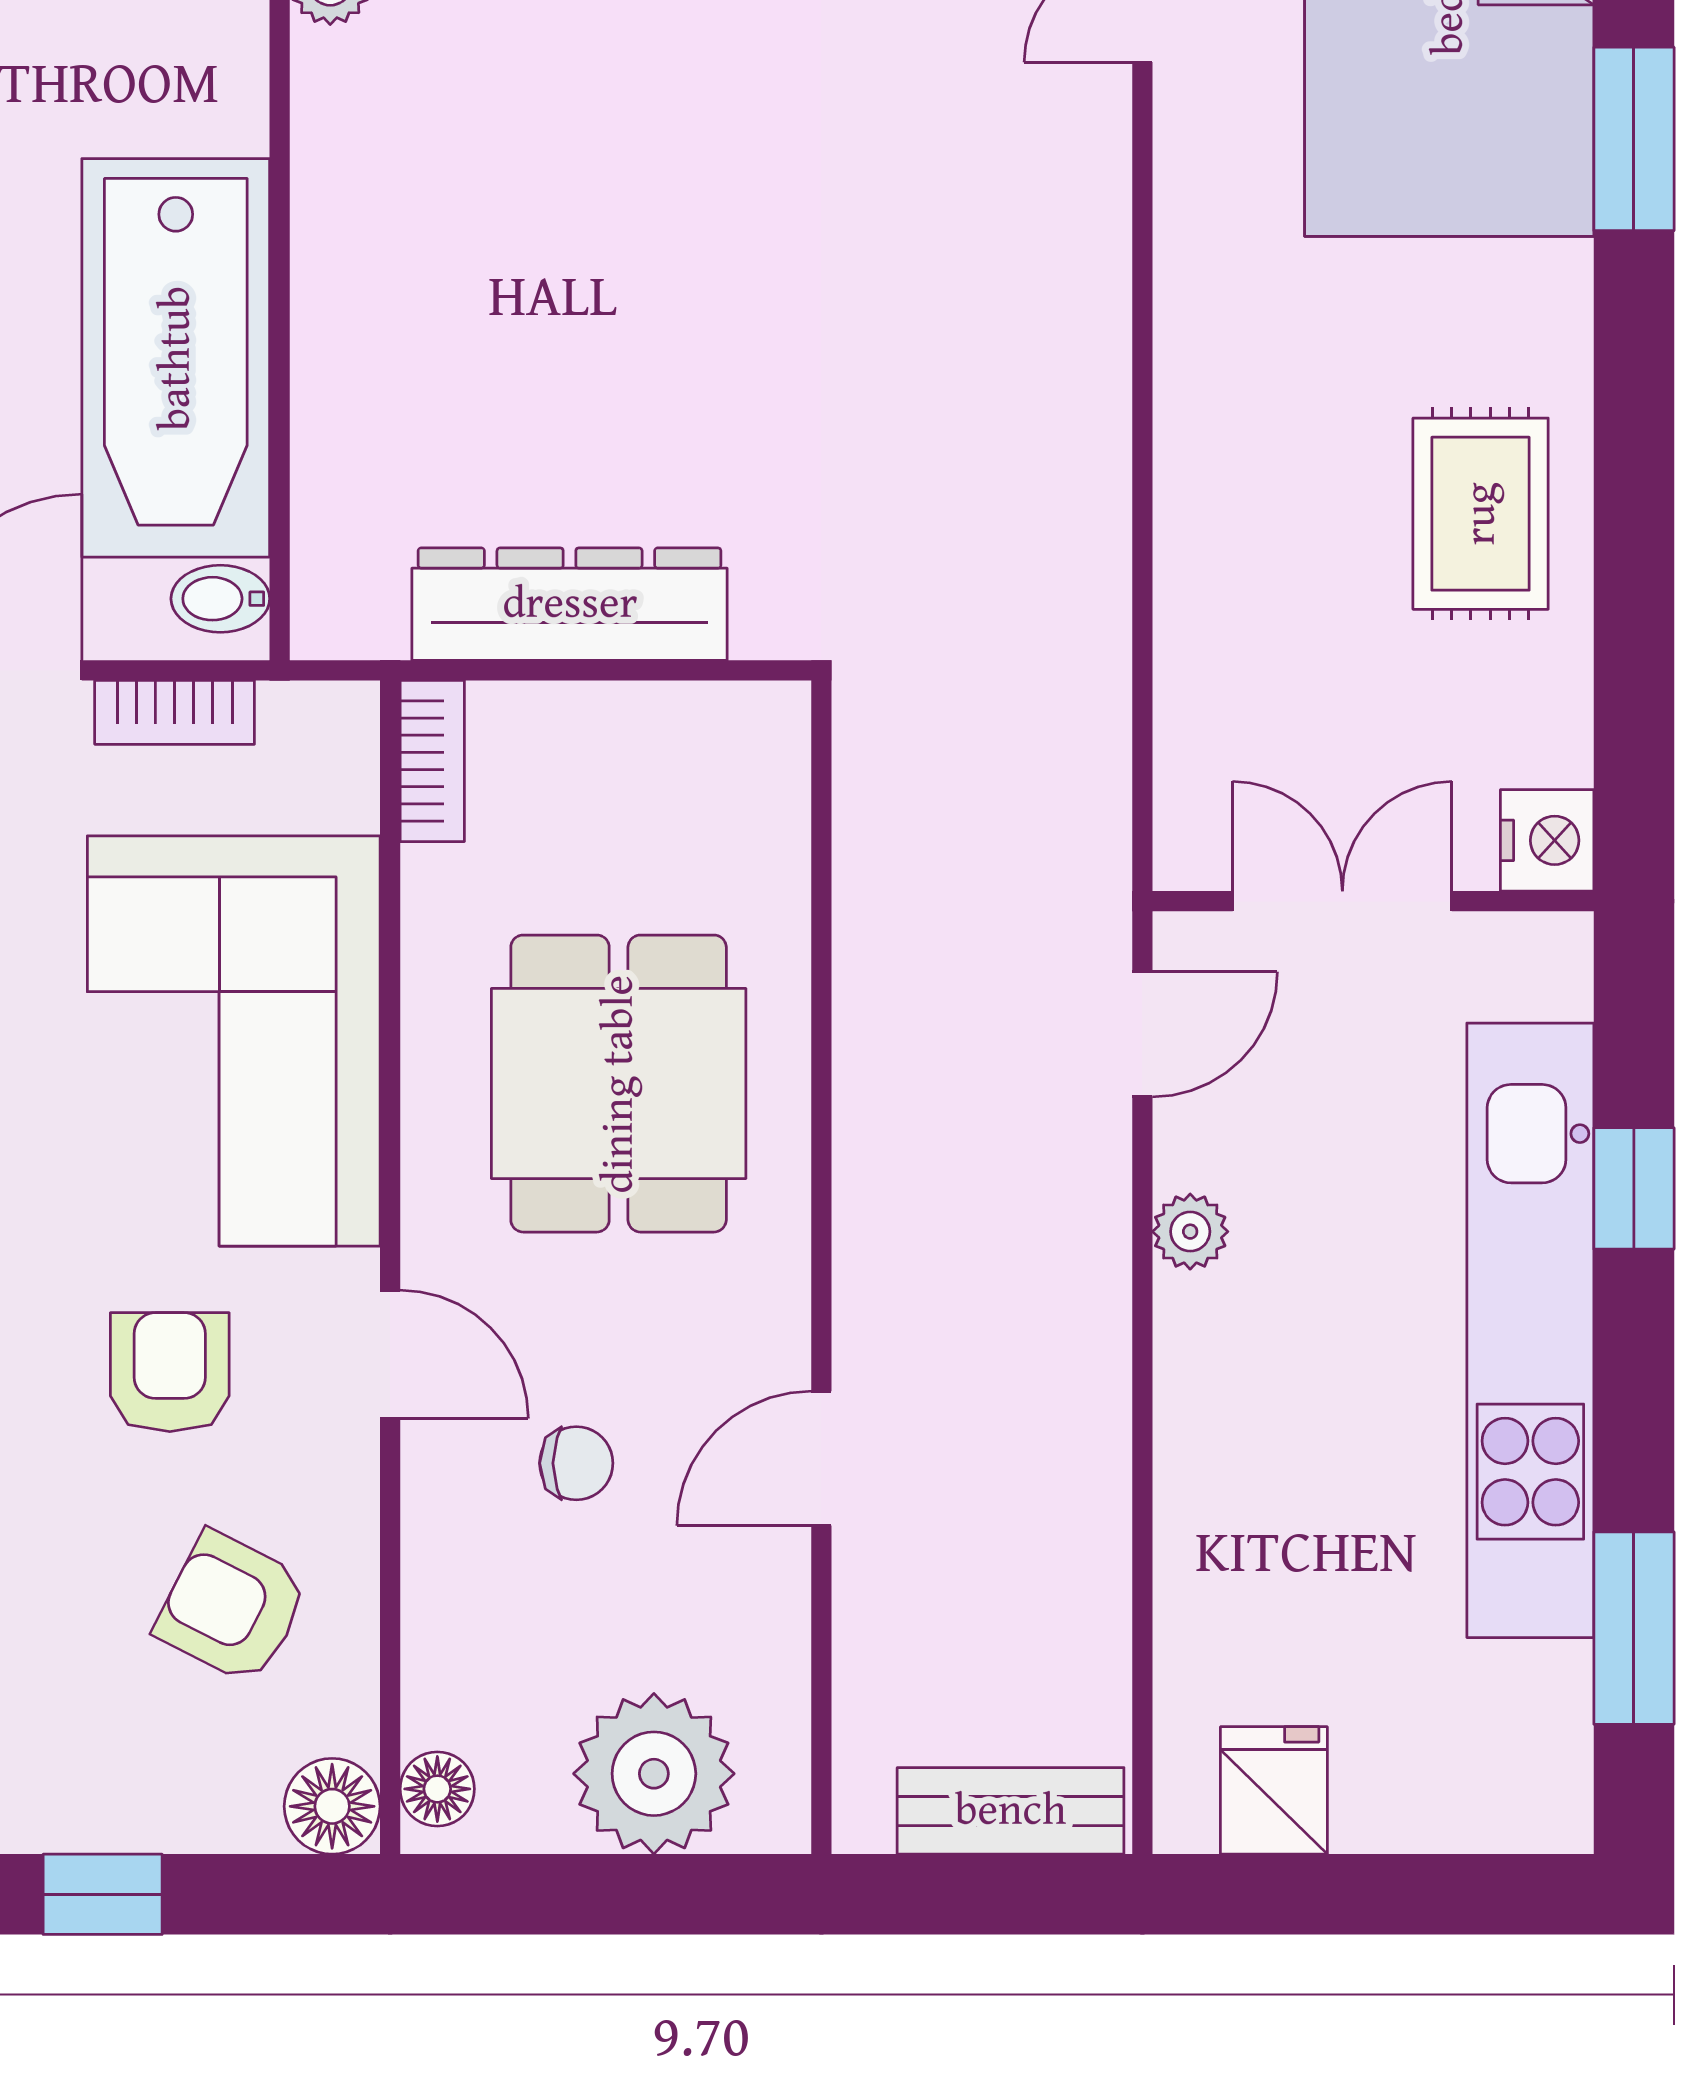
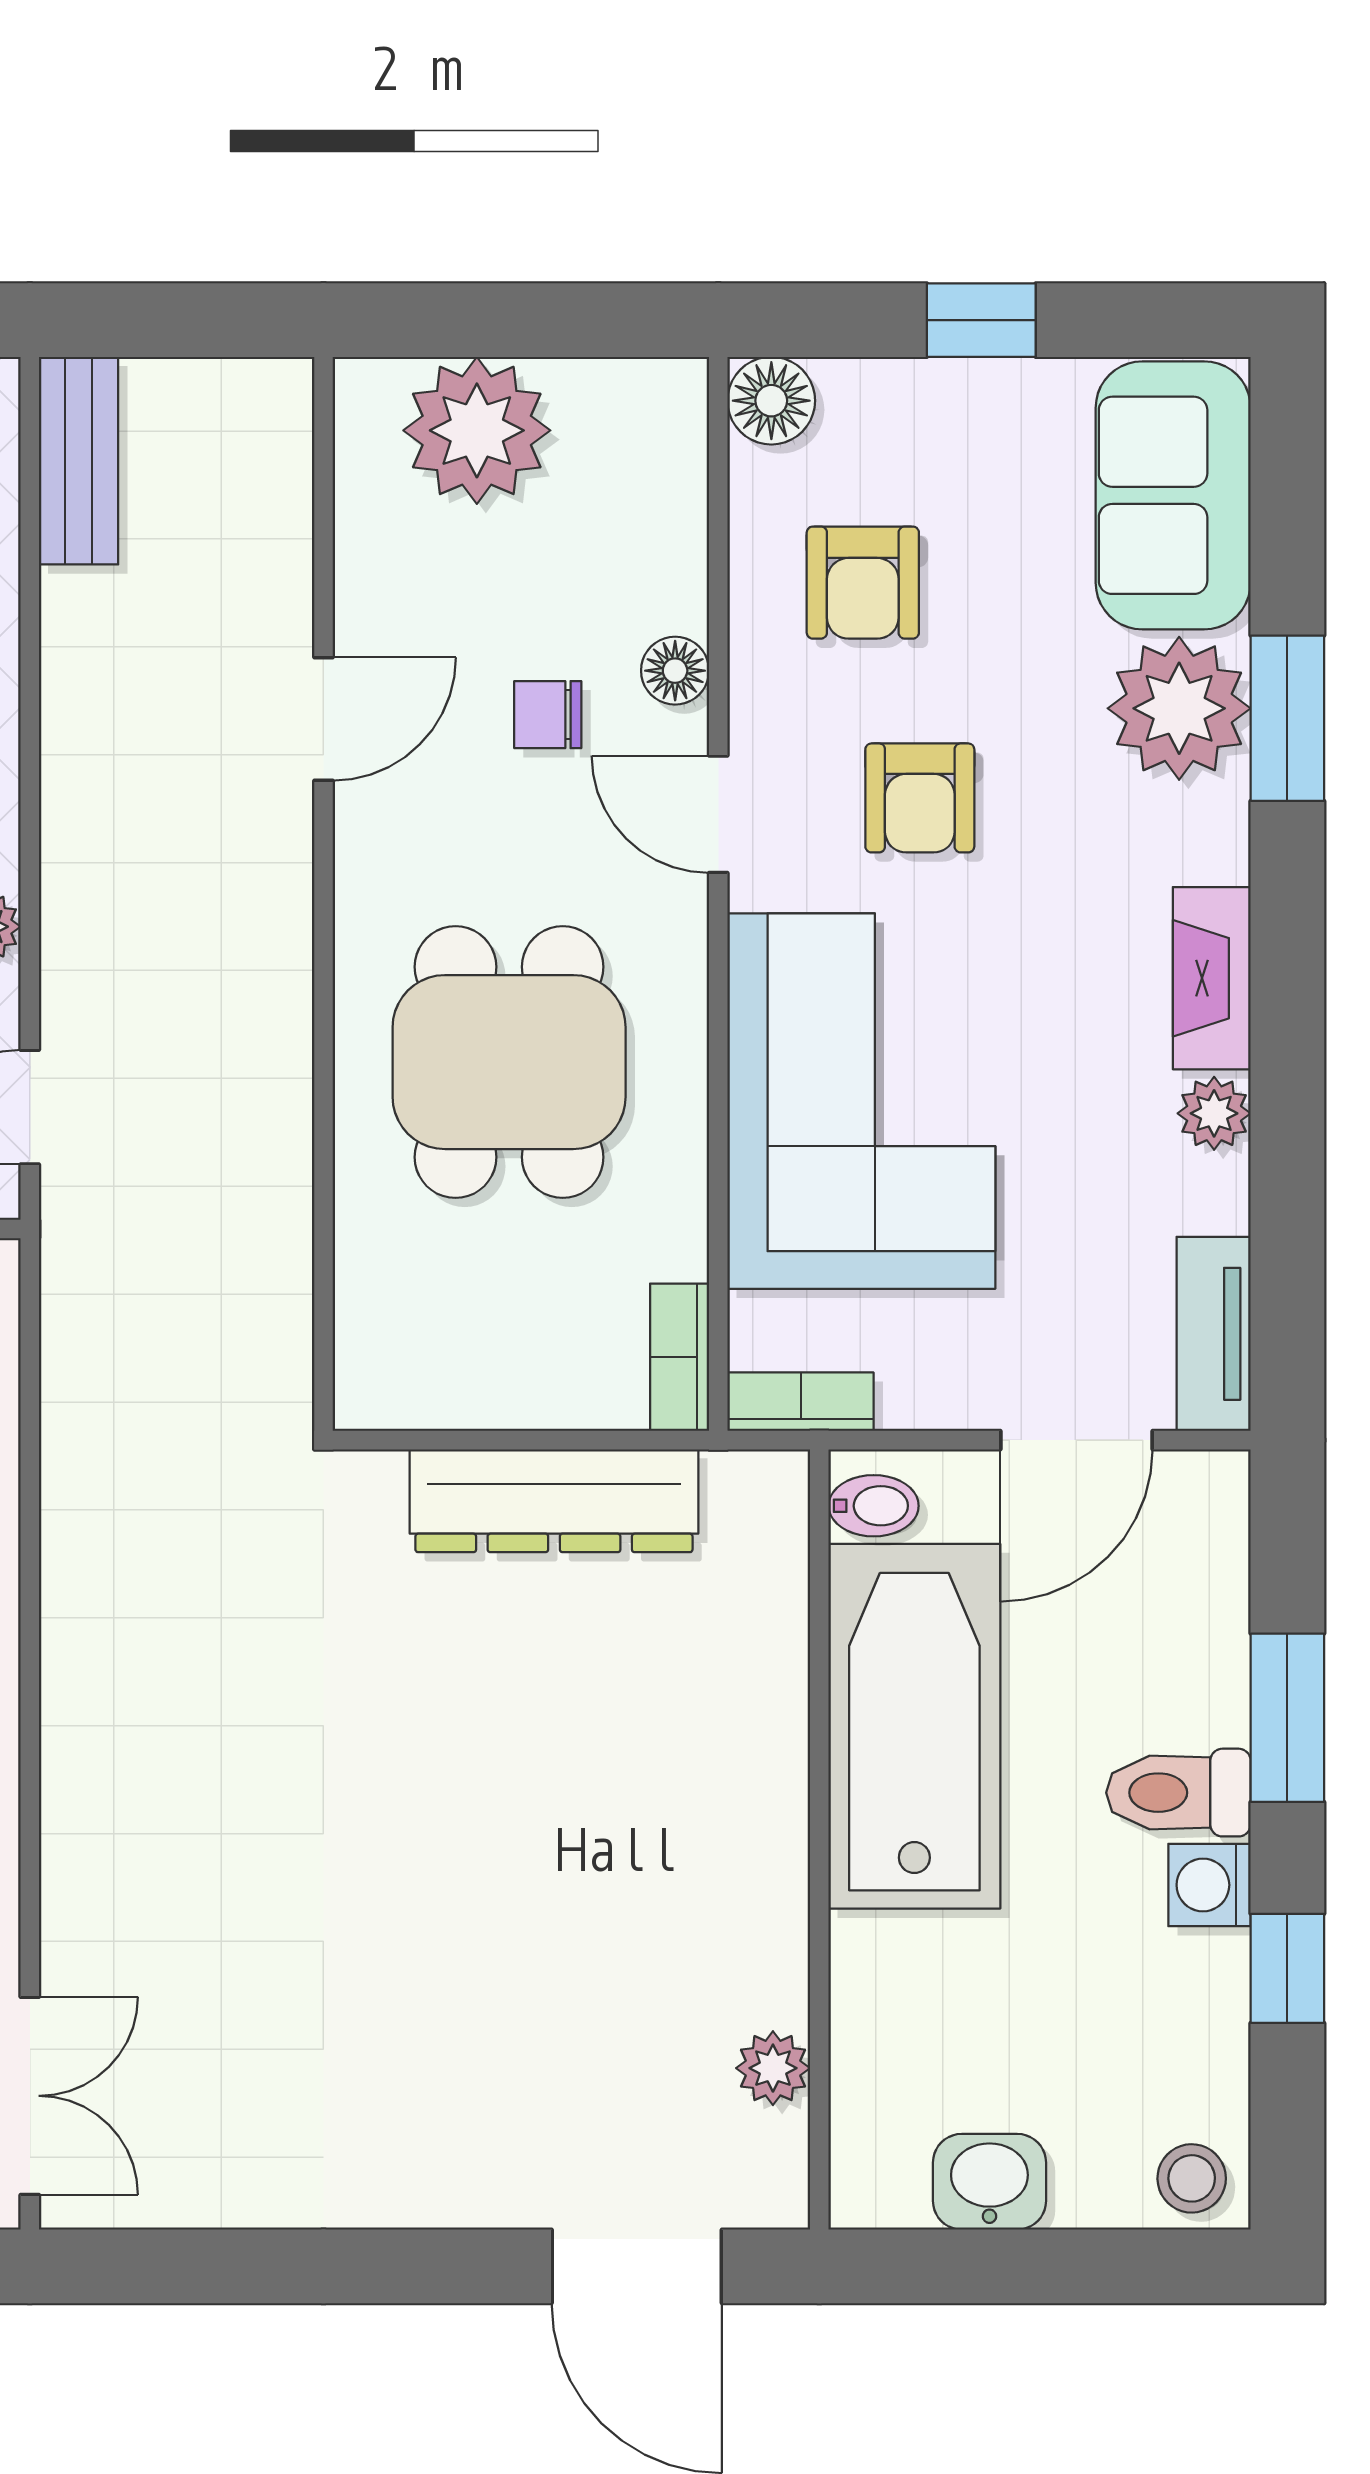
bookcase: (175, 712) -> (801, 1402), moved
armchair: (232, 1607) -> (863, 583), turned 63
floor lamp: (437, 1789) -> (675, 671), moved
bench: (1011, 1811) -> (79, 461), moved, turned 90

